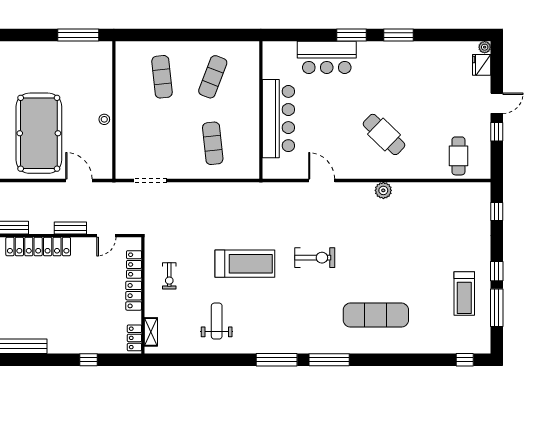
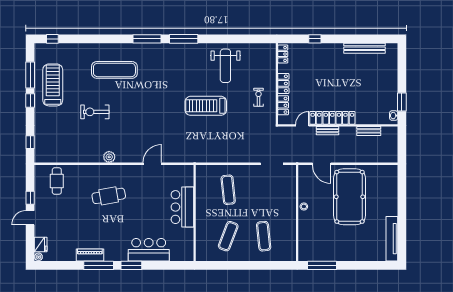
window: (398, 35) -> (99, 265), width x1.44
piano: (411, 50) -> (90, 255), added
bar counter: (278, 119) -> (182, 207), width x0.73
cafe table: (384, 134) -> (109, 196), turned -54
door: (322, 181) -> (152, 164), swing flipped
locker: (38, 246) -> (332, 118), moved
exercise bike: (315, 258) -> (95, 112), moved
treadmill: (464, 294) -> (53, 85), width x1.37, depth x1.38
weight bench: (217, 321) -> (225, 66), width x1.36, depth x1.33
shelving: (151, 332) -> (271, 58), removed

